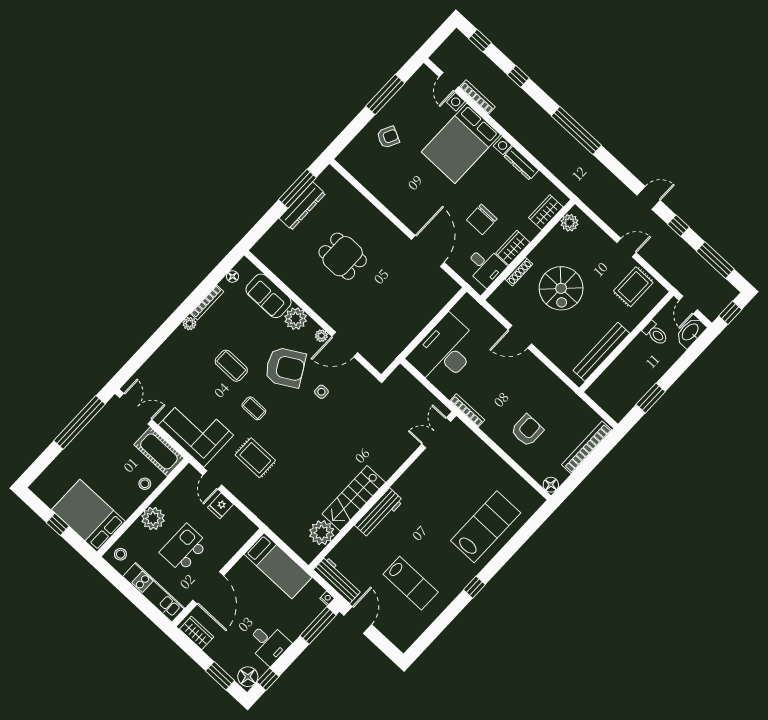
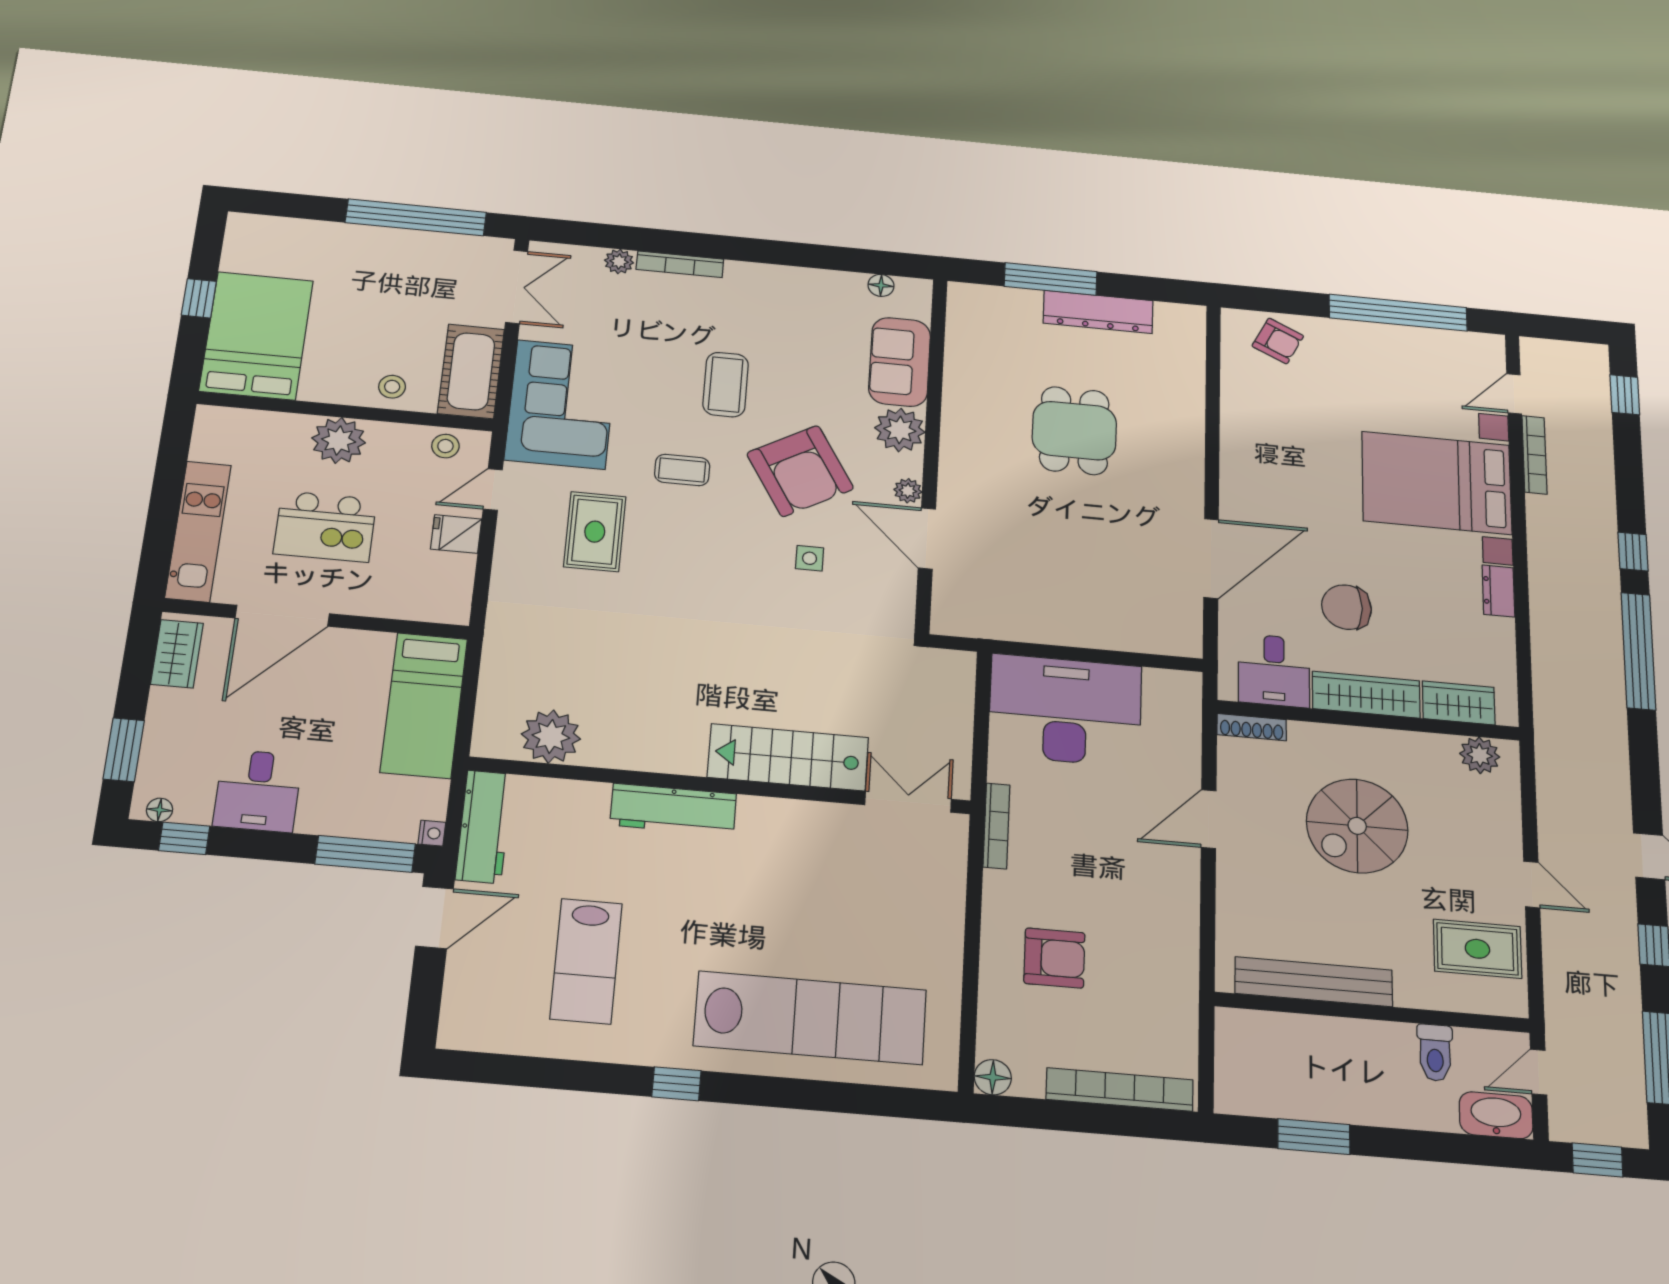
window: (518, 76) -> (1633, 552), moved
window: (385, 95) -> (1398, 313), width x1.46
armchair: (388, 137) -> (1278, 341), moved
dresser: (521, 163) -> (1498, 591), width x0.70
window: (297, 189) -> (1051, 279), moved
wardrobe: (513, 248) -> (1366, 695), width x1.50
shoe rack: (519, 272) -> (1252, 727), moved
bookcase: (207, 302) -> (680, 264), moved
plant: (190, 324) -> (619, 261), moved
door: (520, 337) -> (1209, 819), hinge flipped
coffee table: (254, 408) -> (682, 470), turned 90
stairs: (354, 498) -> (788, 757), moved
lab bench: (486, 527) -> (810, 1018), width x1.36
kitchen island: (184, 548) -> (325, 526), turned 180
stool: (121, 554) -> (445, 446), moved
floor lamp: (248, 677) -> (160, 810), width x0.53, depth x0.53

